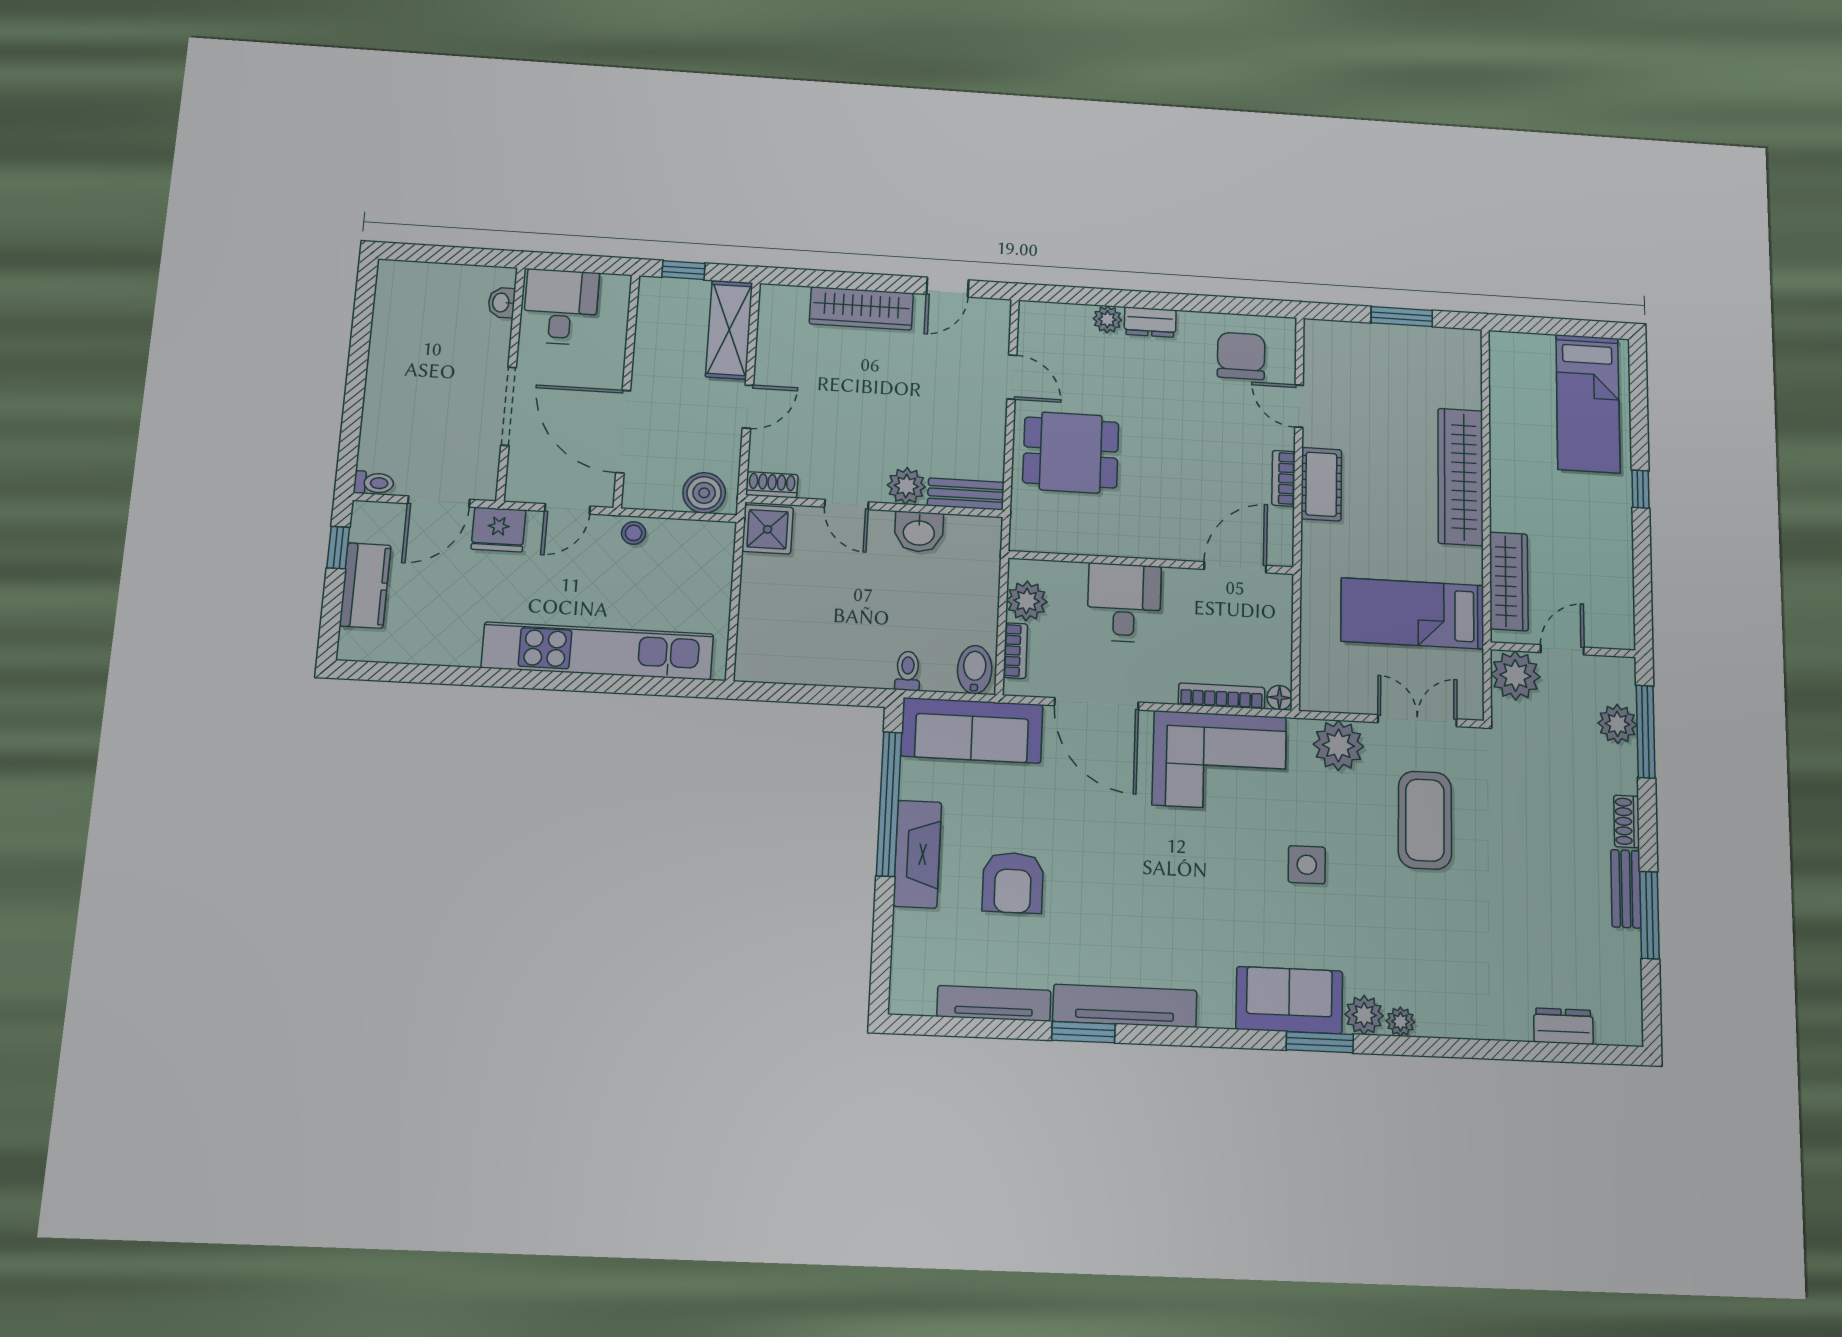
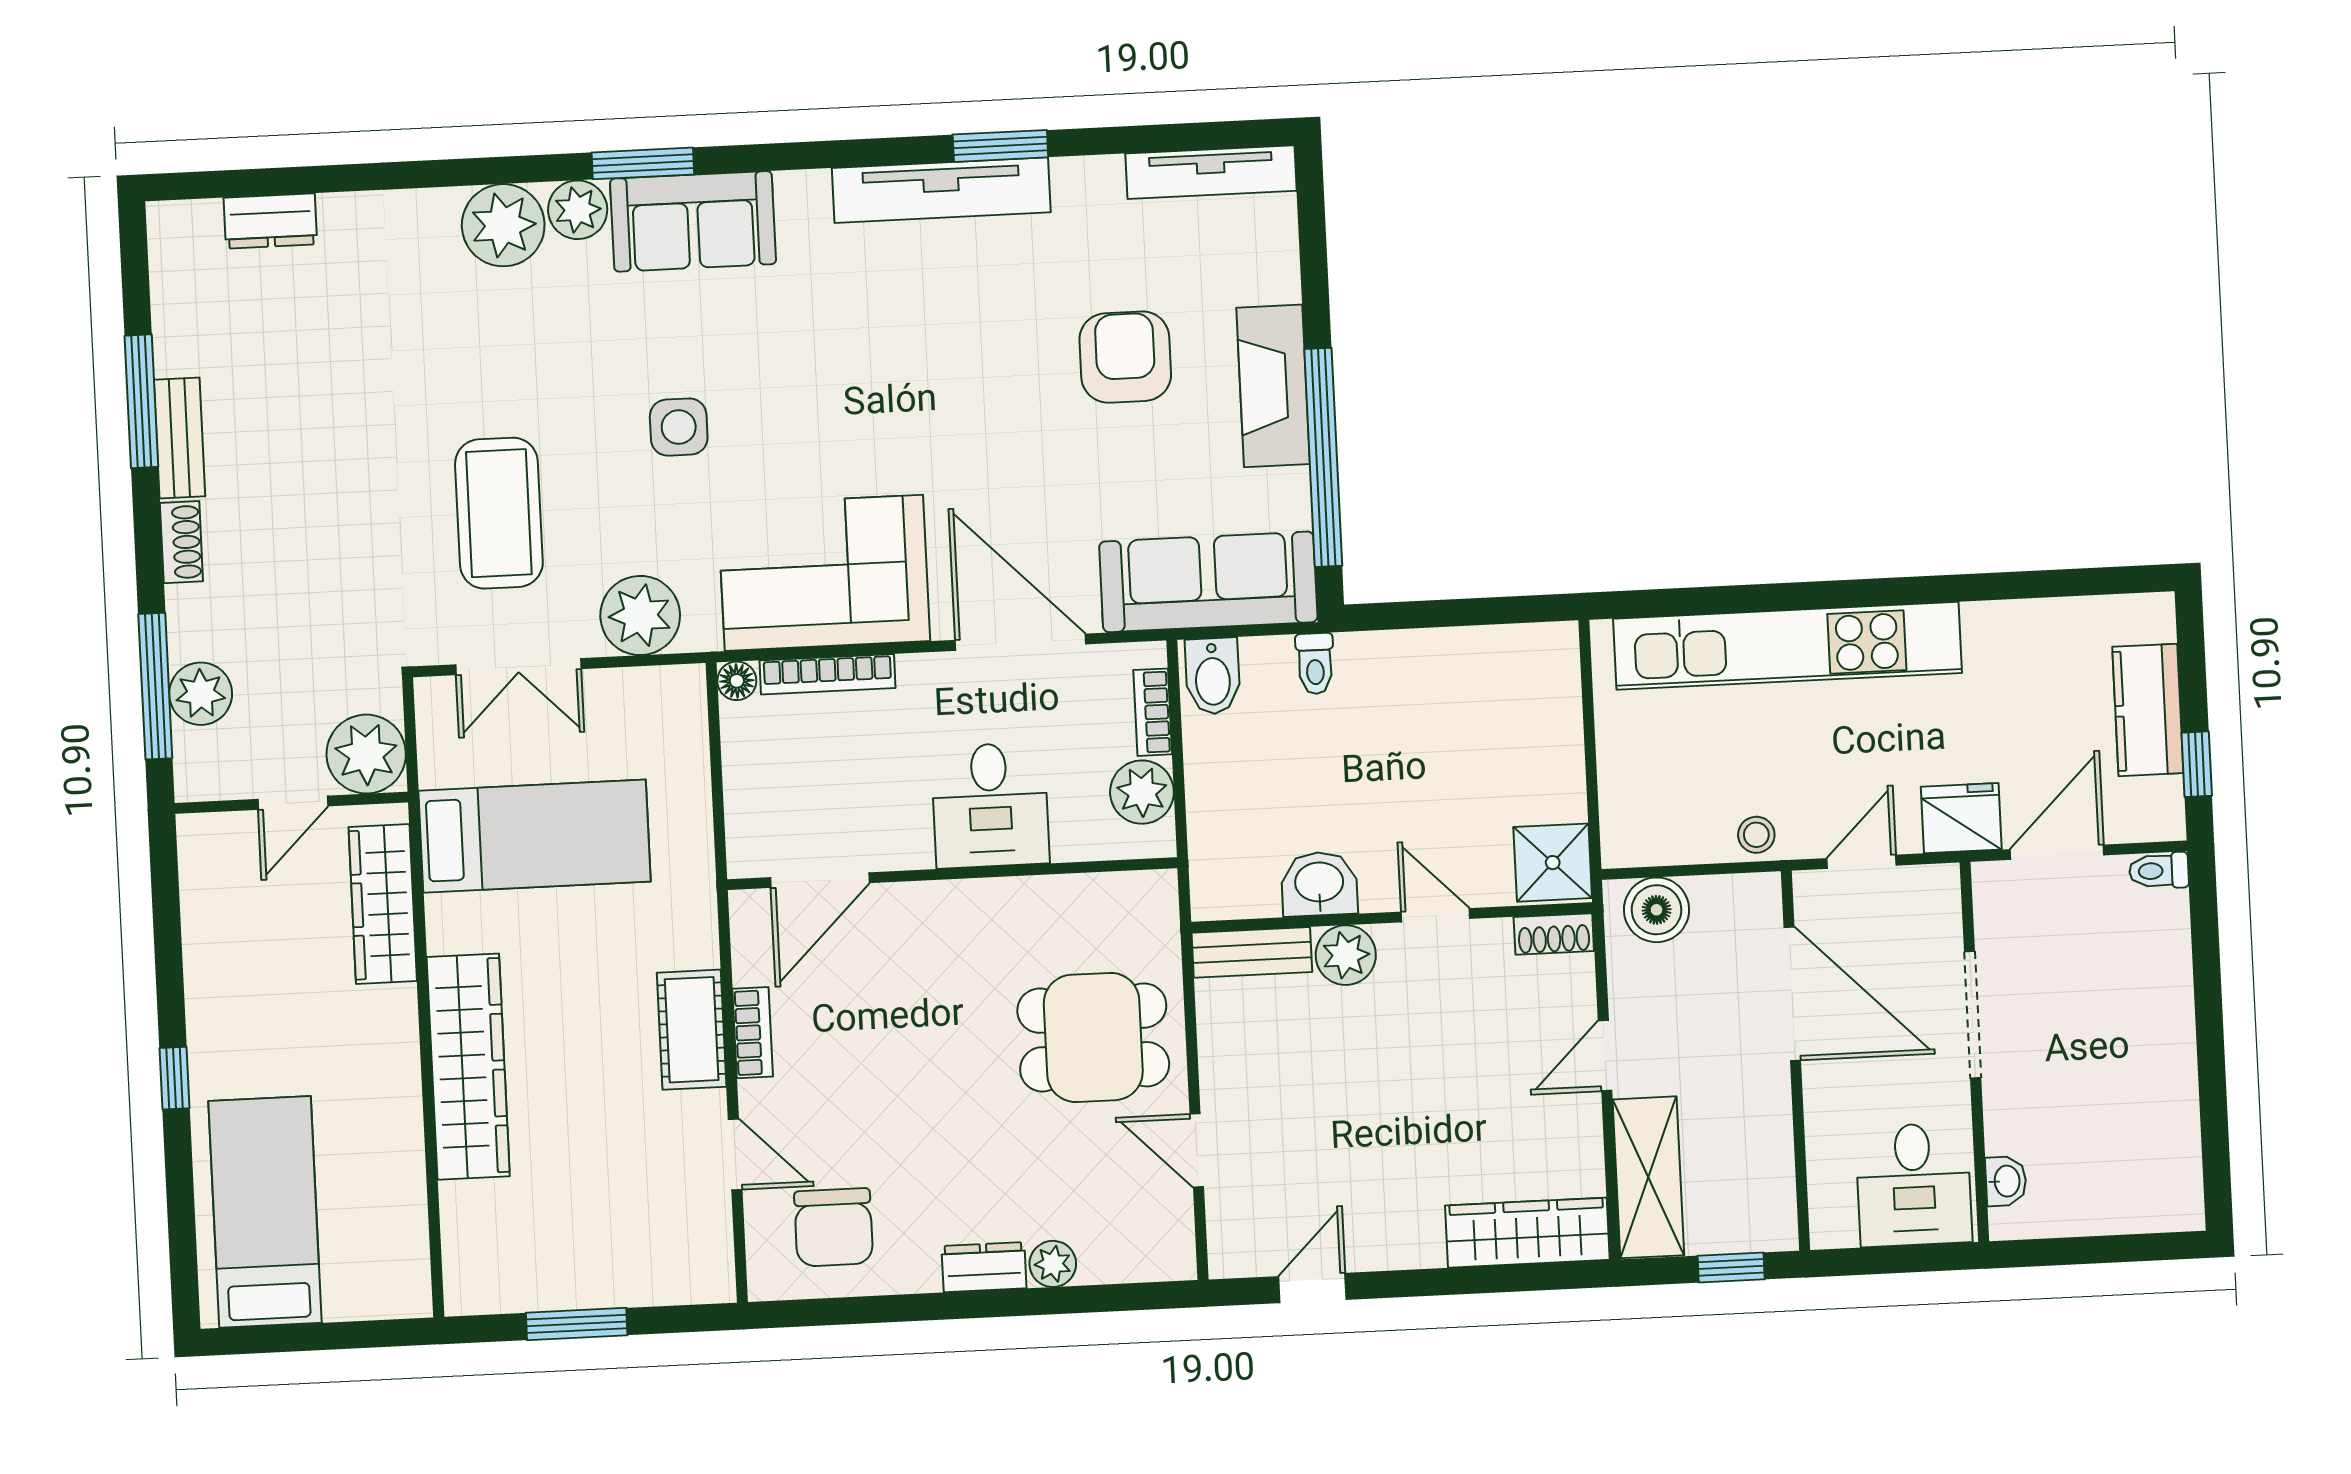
wardrobe: (861, 308) -> (1527, 1233), moved
tv unit: (994, 1003) -> (1211, 172), moved
plant: (1400, 1022) -> (503, 225), width x1.87, depth x1.87

